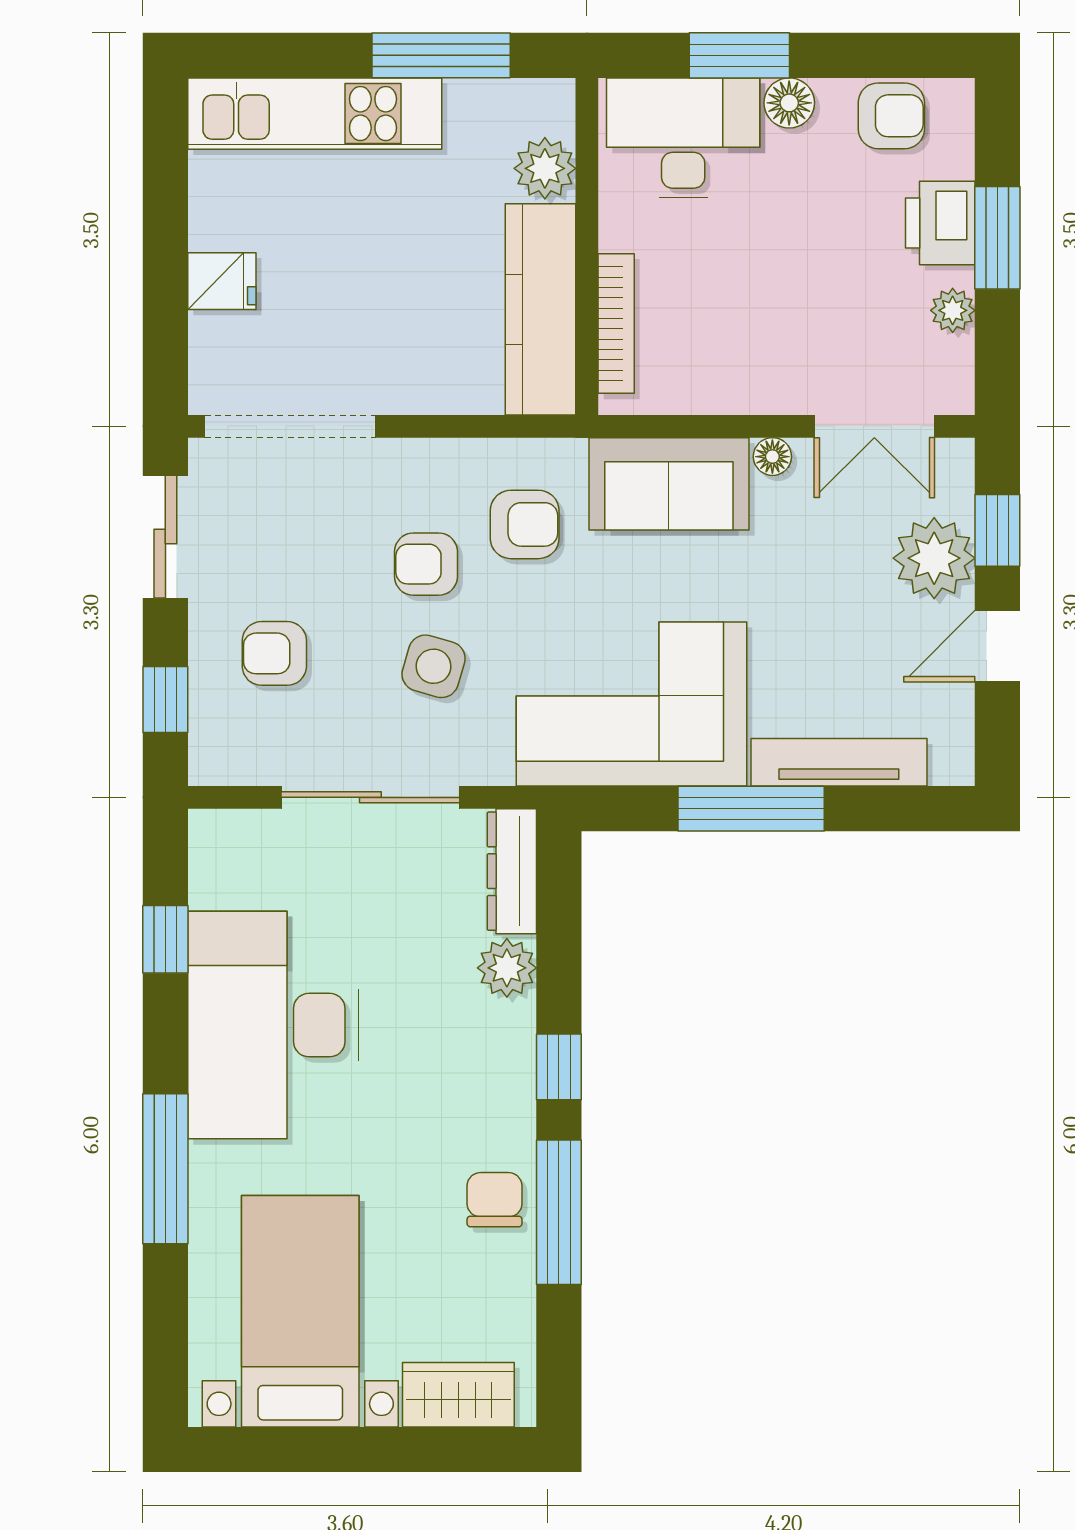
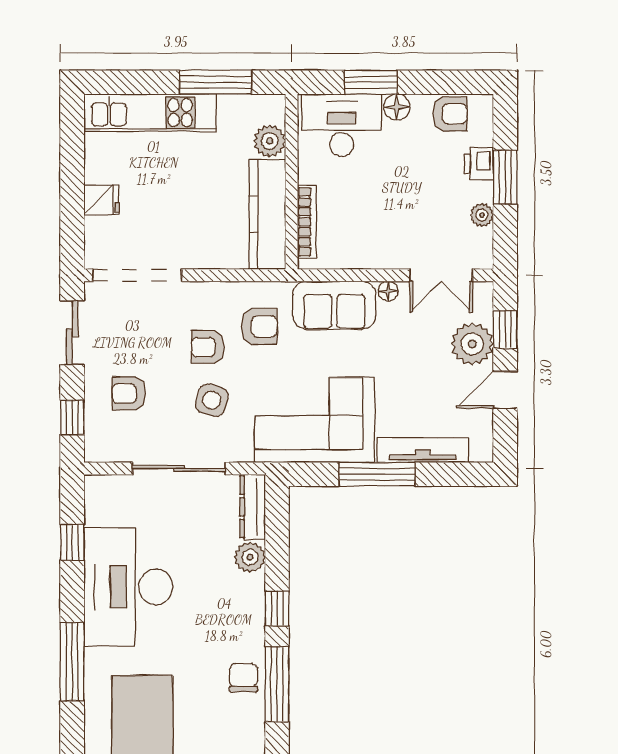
printer: (940, 223) -> (479, 164), width x0.73, depth x0.81

